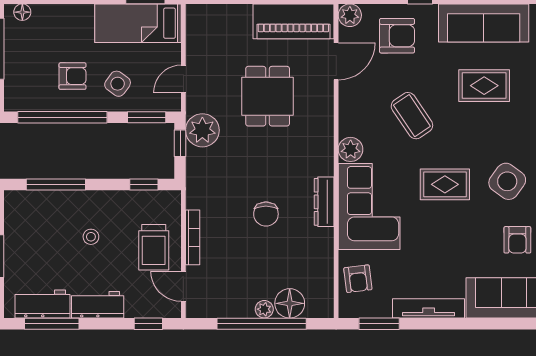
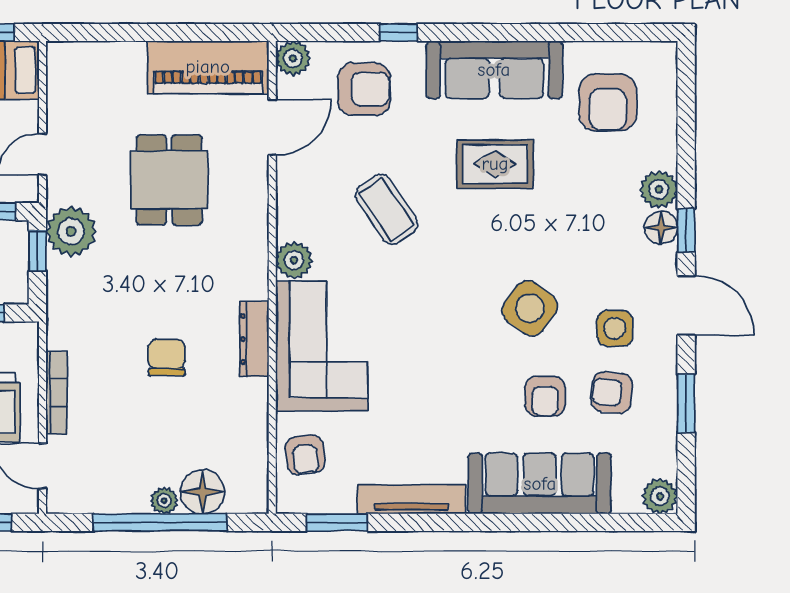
rug: (445, 184) -> (436, 313), removed
chair: (266, 214) -> (167, 357), turned 180

